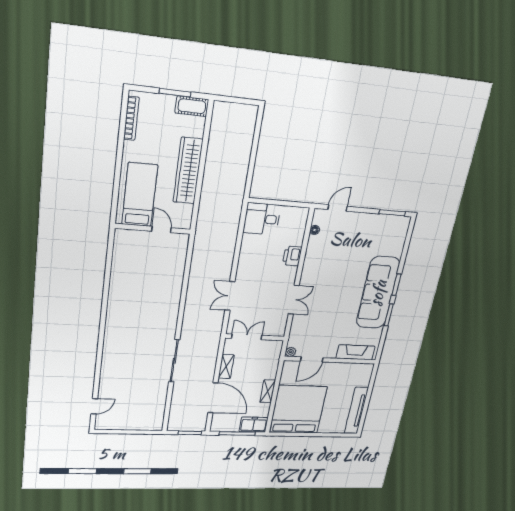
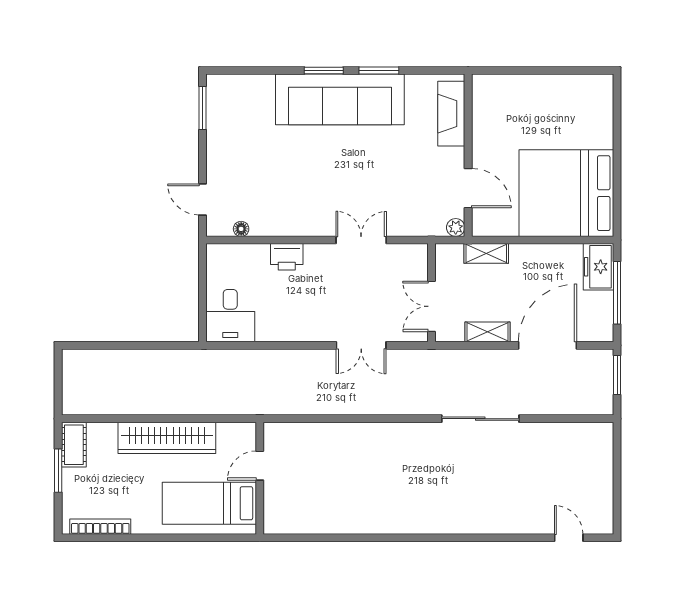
shelving: (268, 391) -> (486, 253), moved
tv unit: (356, 411) -> (566, 86), removed

